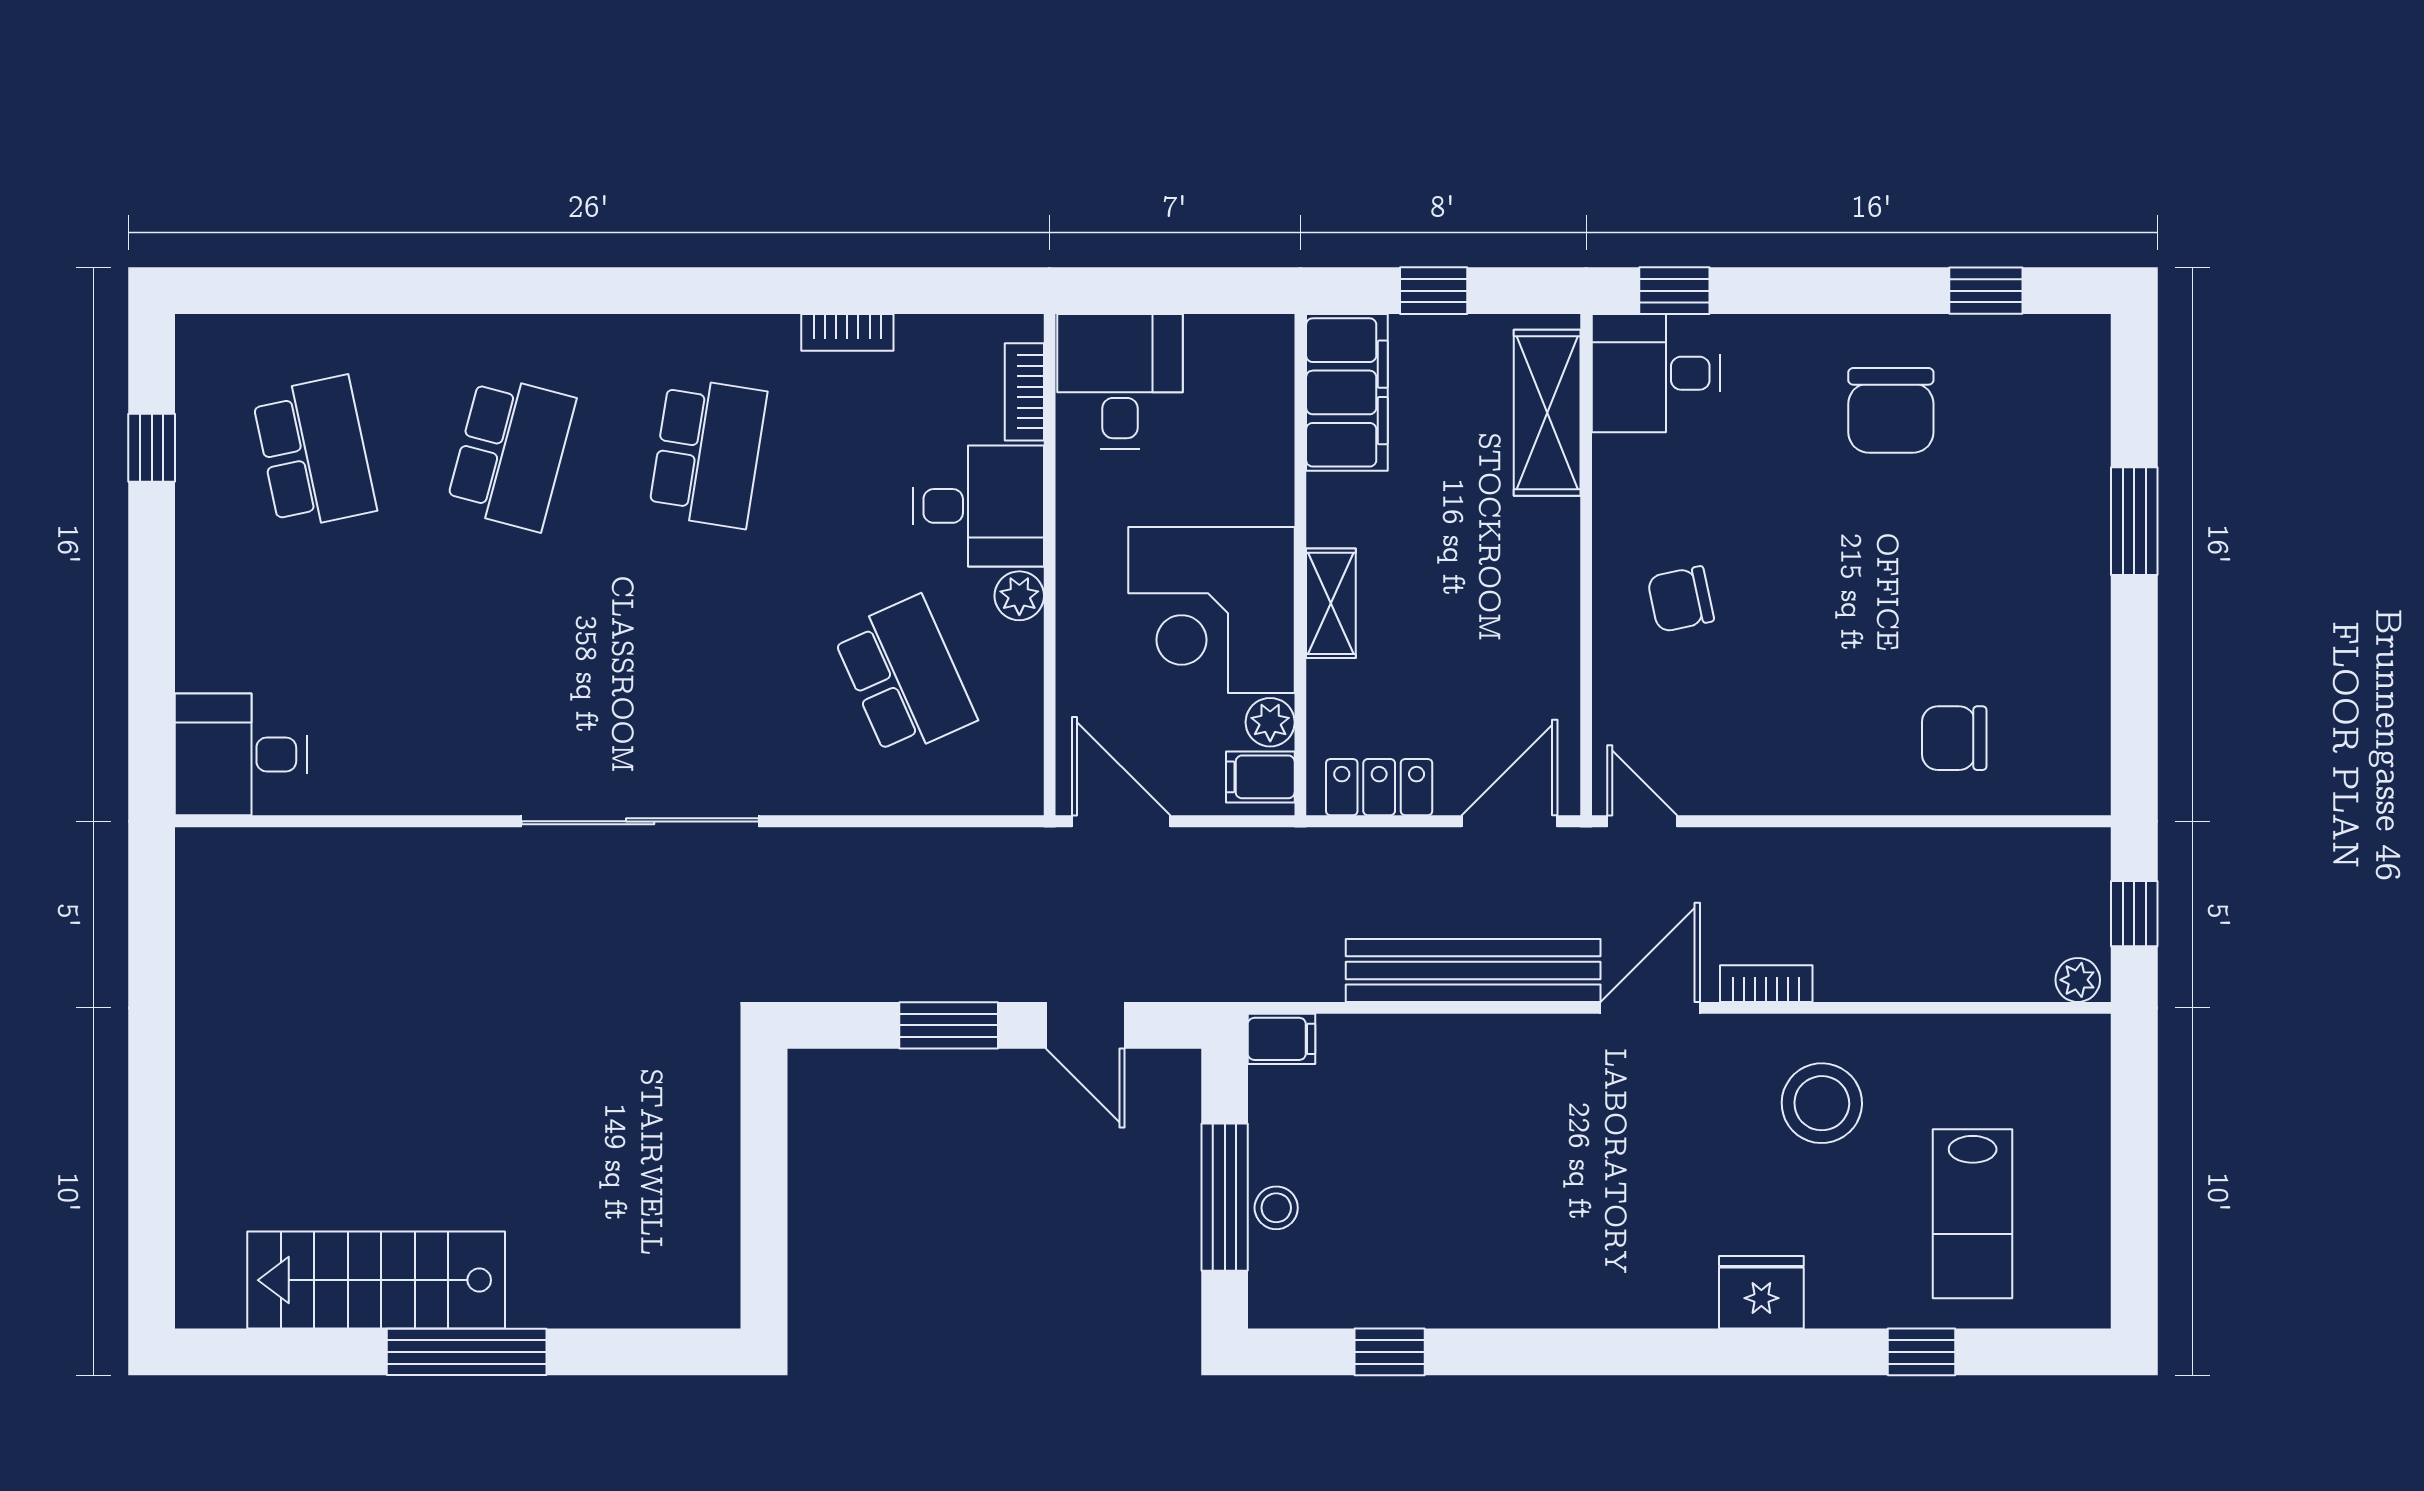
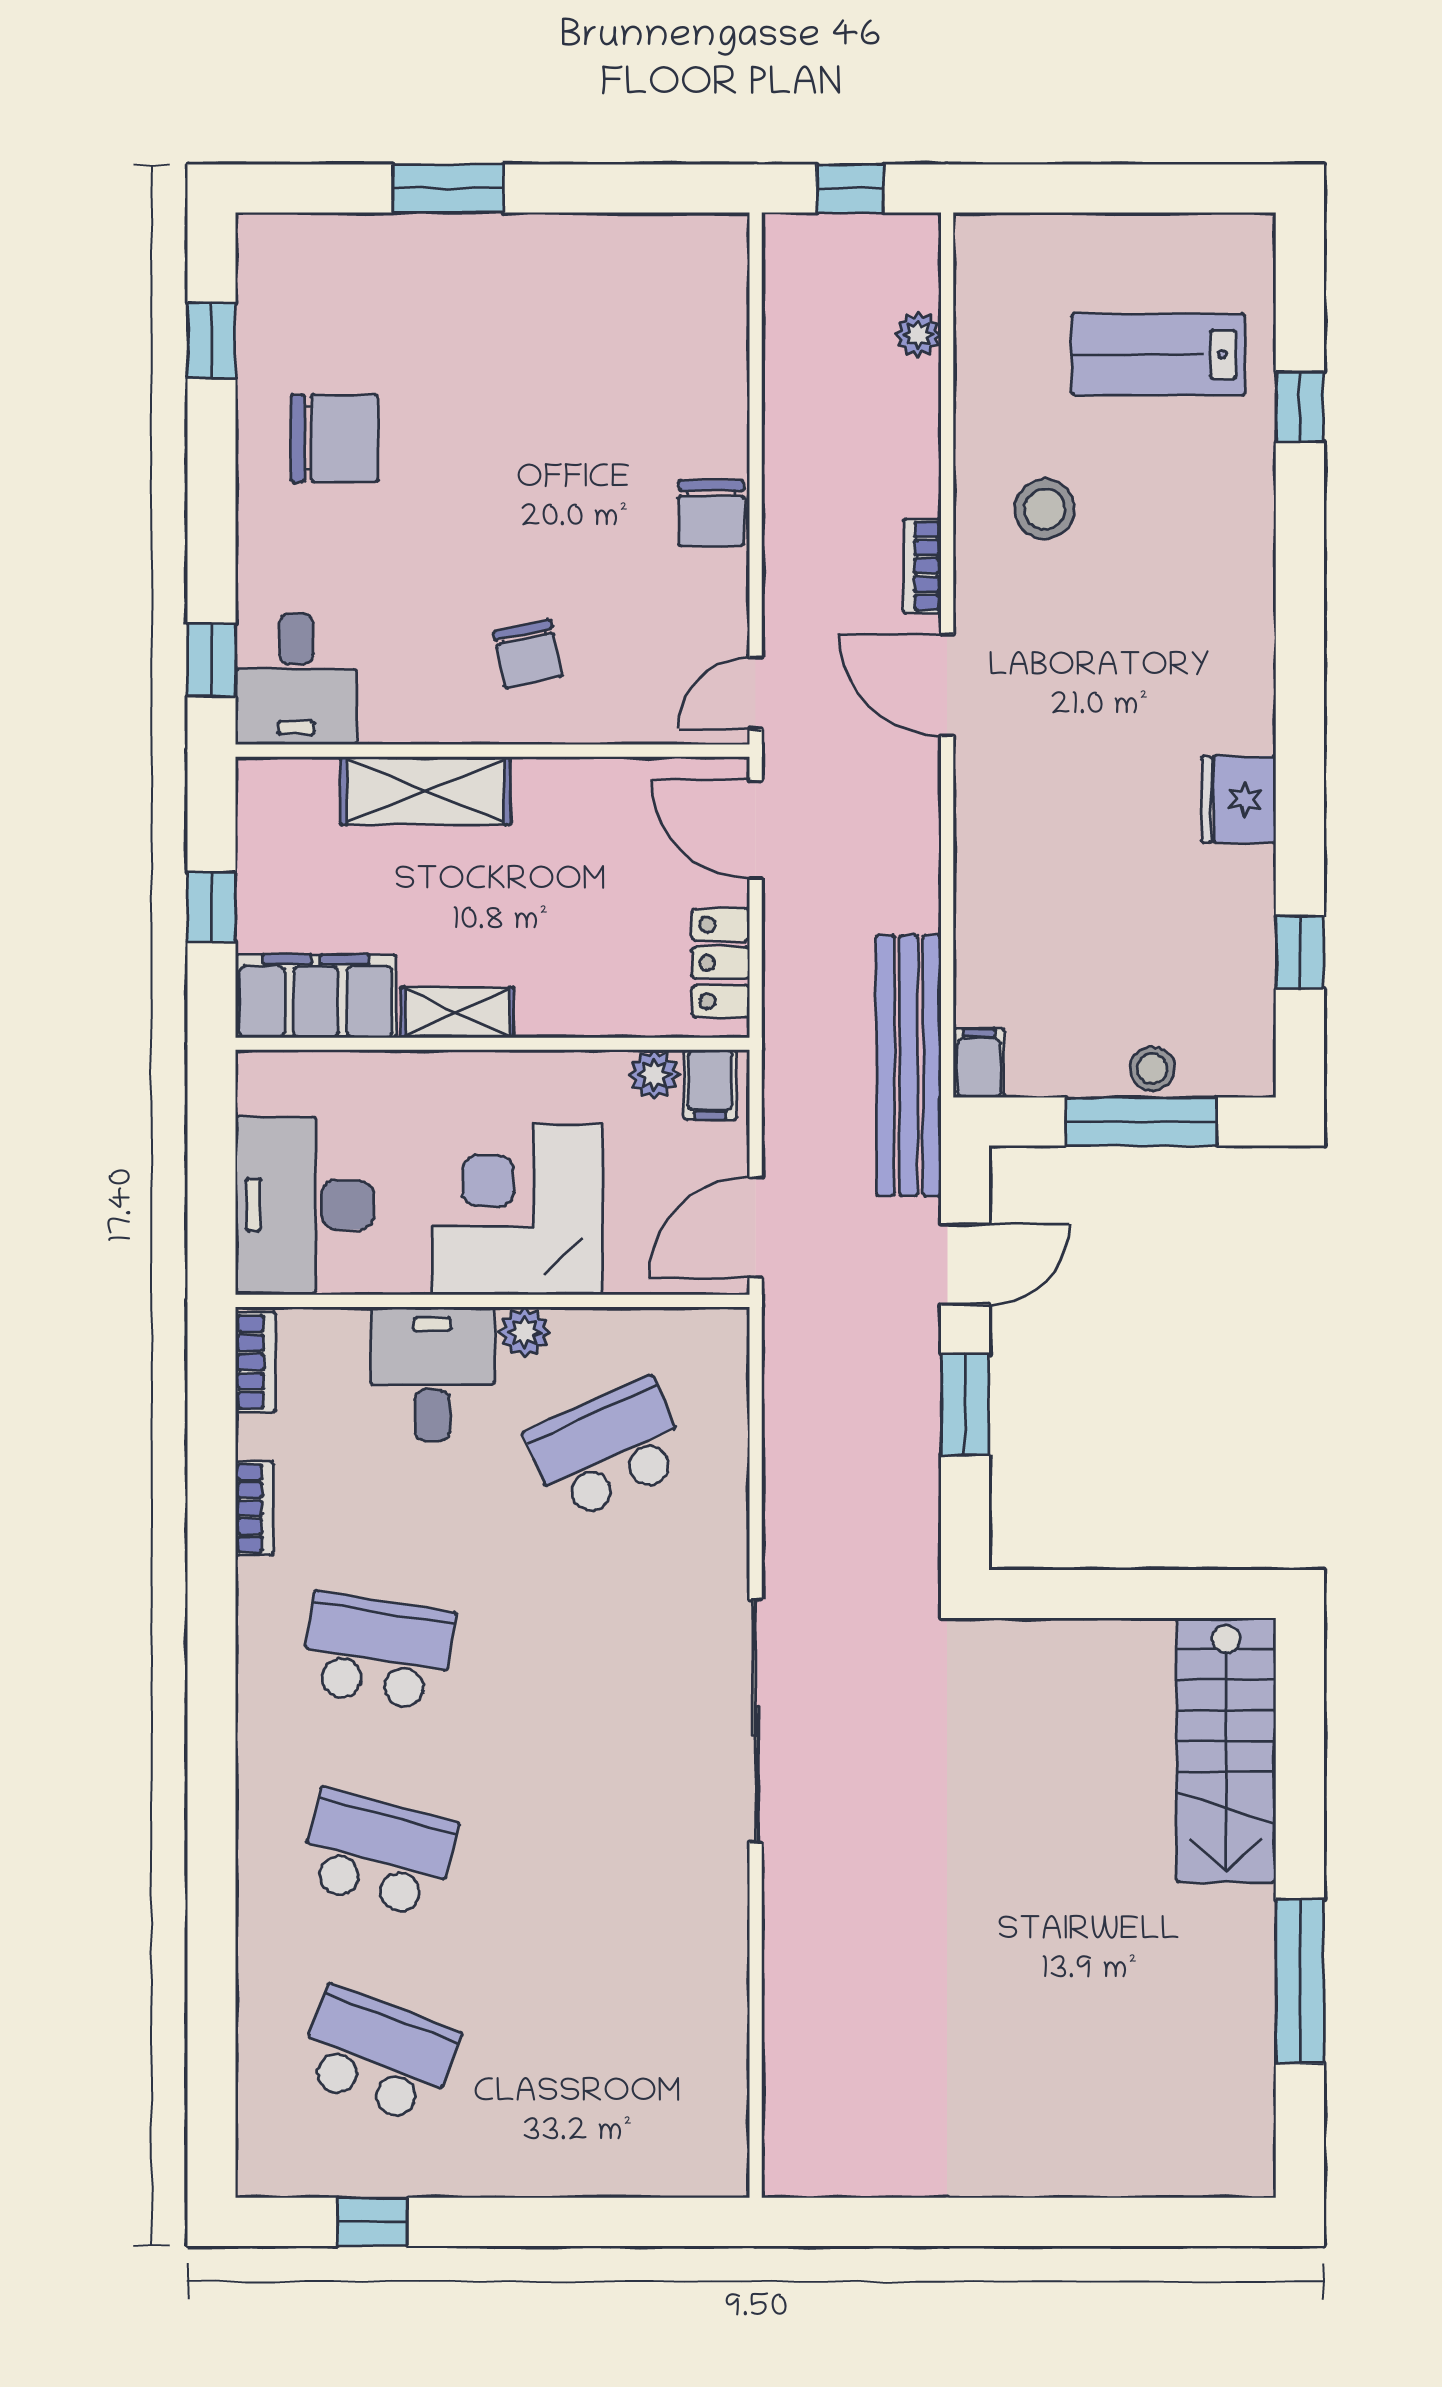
desk: (1120, 382) -> (305, 1205), width x1.37
bookcase: (1024, 392) -> (255, 1362), moved, turned -90
shelving: (1547, 413) -> (426, 791), moved
school desk: (314, 453) -> (378, 2055), turned 33
shelving: (1331, 603) -> (457, 1012), moved
corner desk: (1211, 610) -> (517, 1210), moved, turned 180
chair: (1954, 738) -> (711, 513), moved
desk: (241, 754) -> (687, 2130), removed
bench: (1473, 970) -> (909, 1065), moved
plant: (2078, 980) -> (918, 334), moved
stool: (1822, 1103) -> (1045, 509), width x0.73, depth x0.73
lab bench: (1973, 1214) -> (1158, 354), turned 180
stairs: (376, 1280) -> (1226, 1750), moved
fridge: (1761, 1292) -> (1239, 799), moved
window: (467, 1352) -> (1300, 1982), moved

